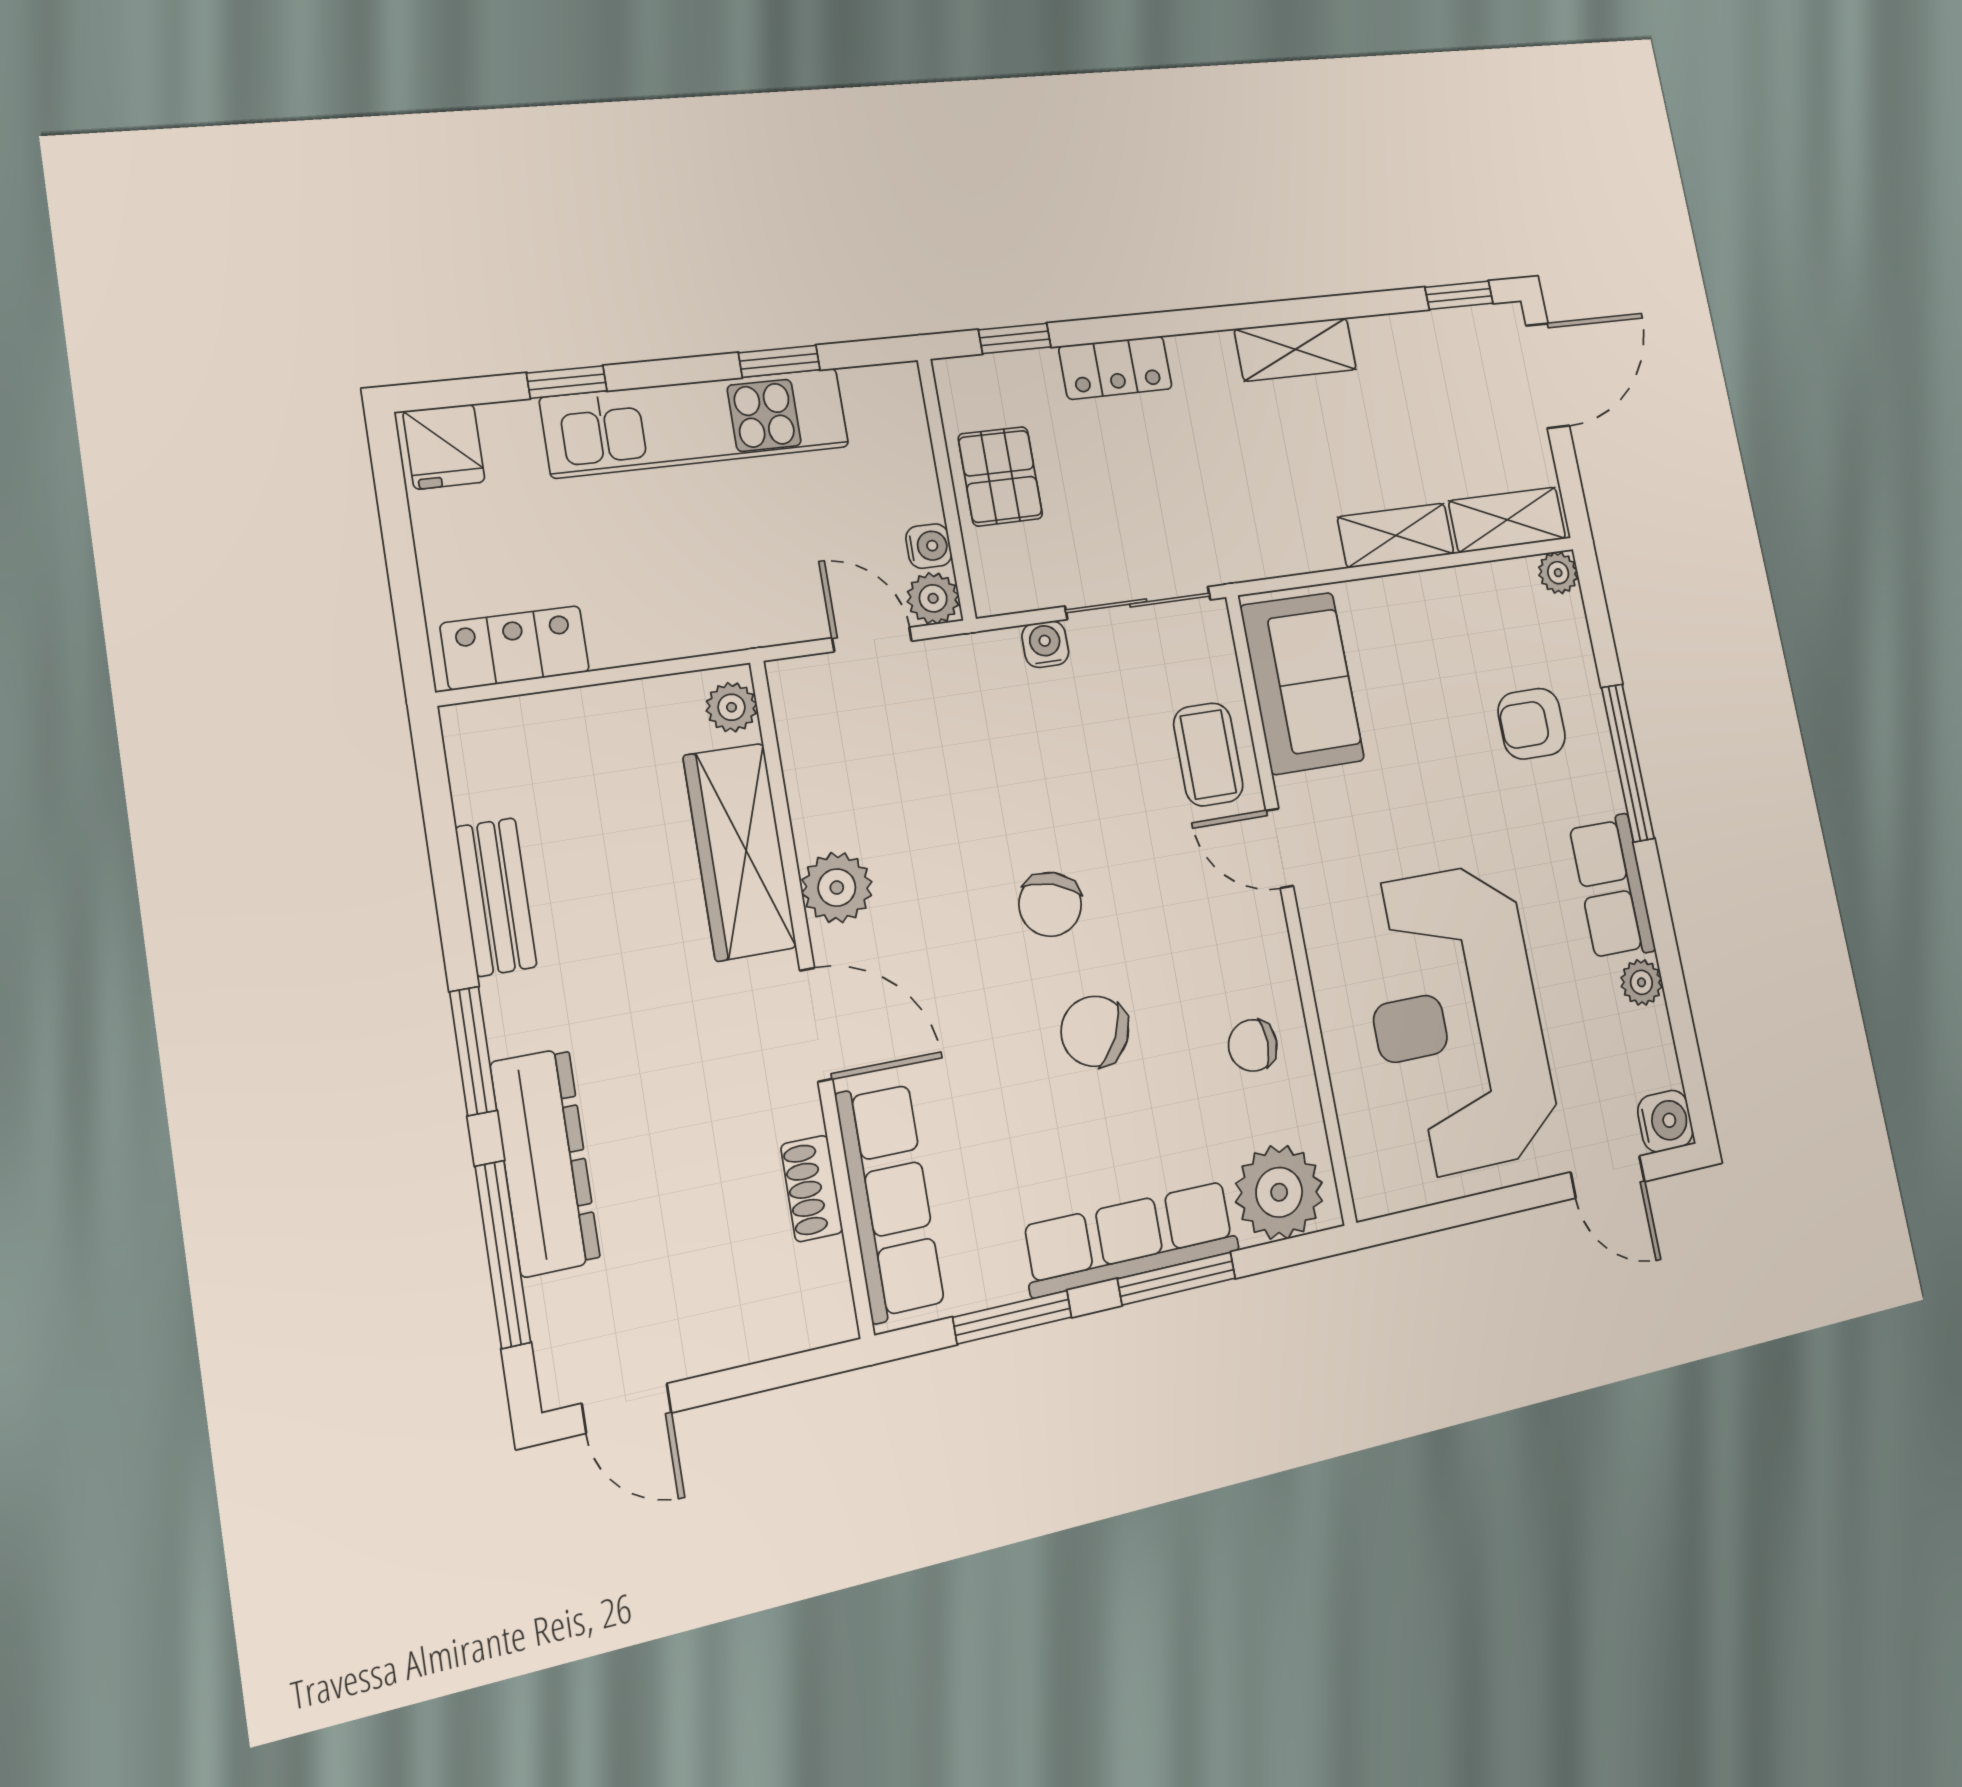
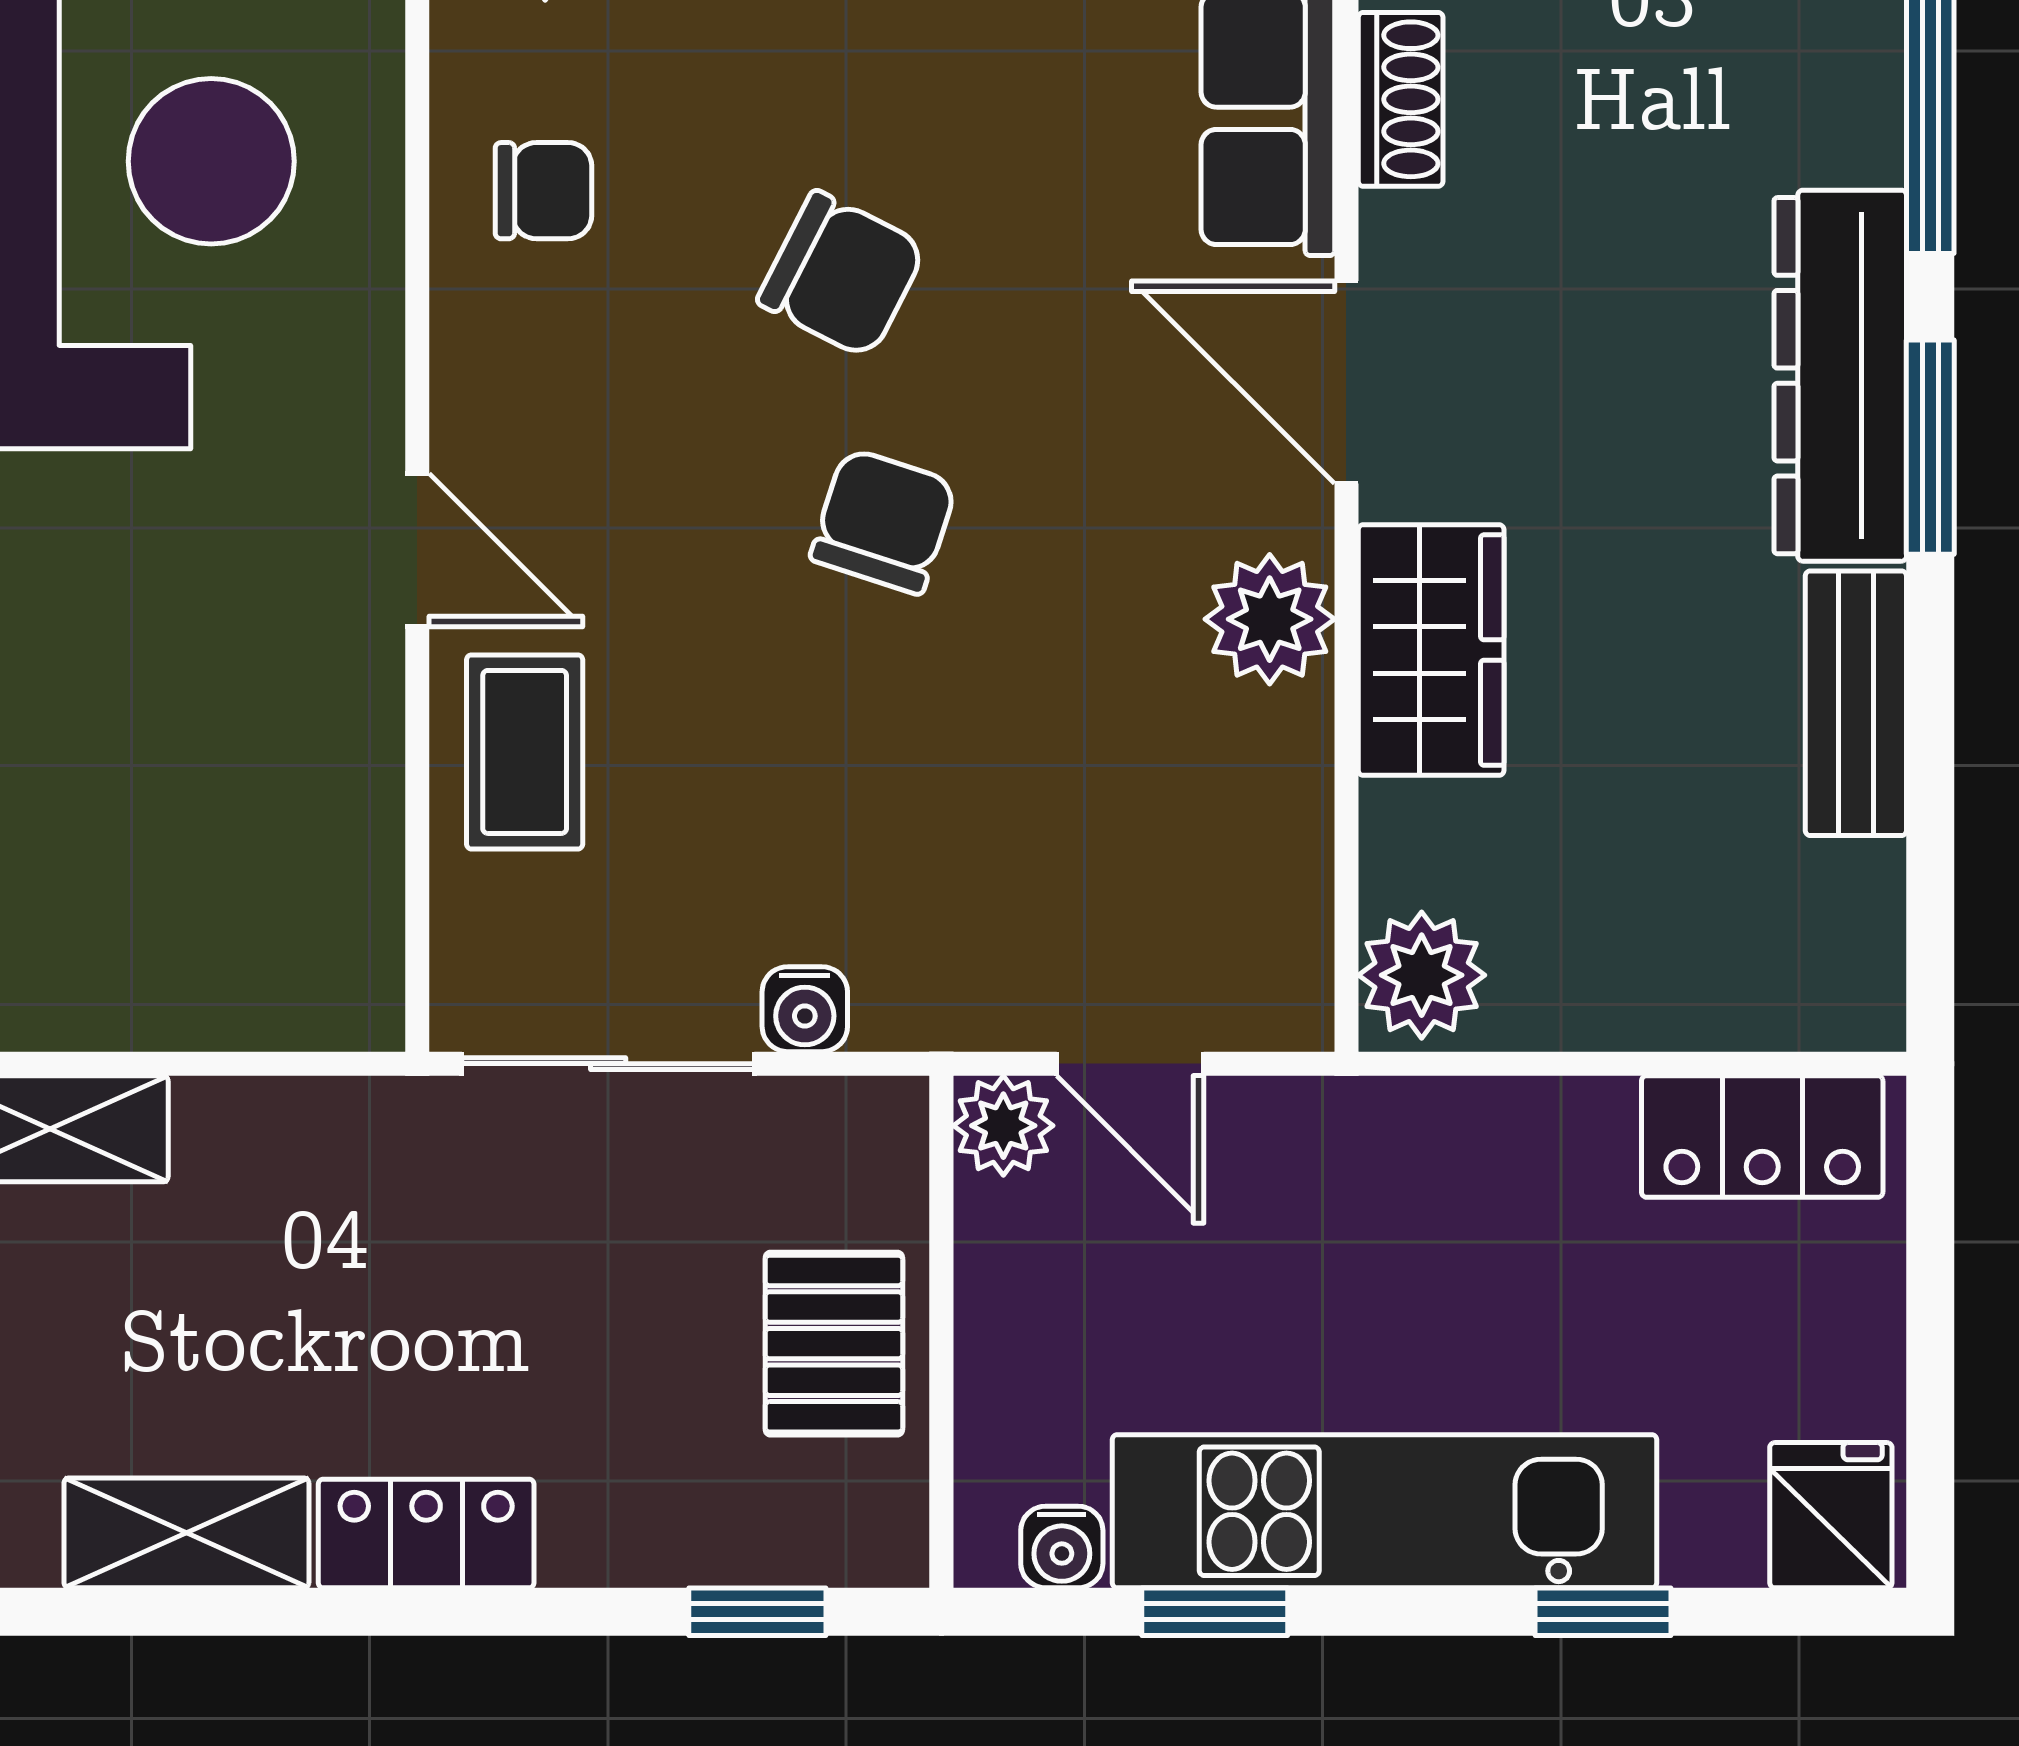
locker: (1115, 368) -> (426, 1533), moved
water cooler: (929, 546) -> (1062, 1547), moved, turned -90
sofa: (1302, 683) -> (307, 862), removed
plant: (732, 707) -> (1422, 975), width x1.38, depth x1.38
wardrobe: (740, 852) -> (1431, 650), width x0.67
dresser: (545, 1162) -> (1840, 376), moved

